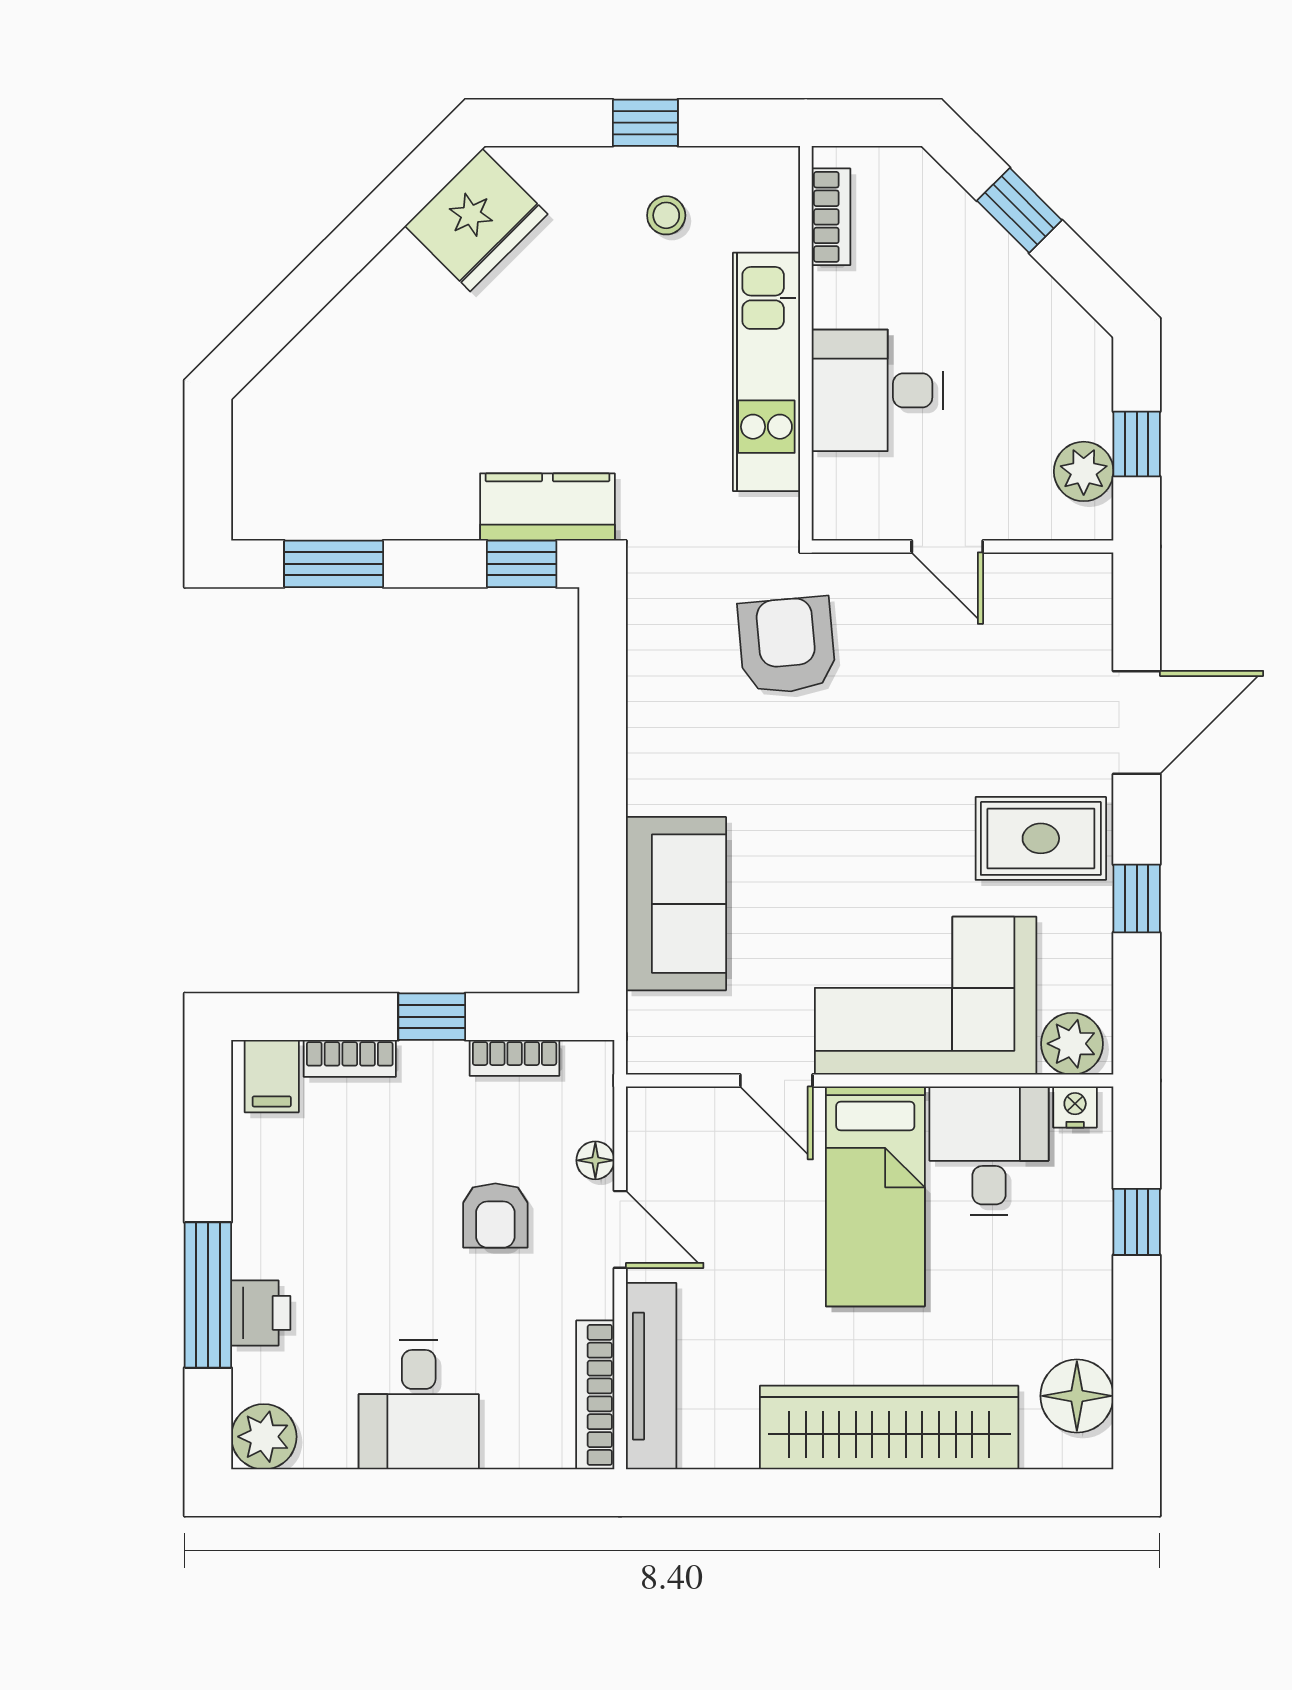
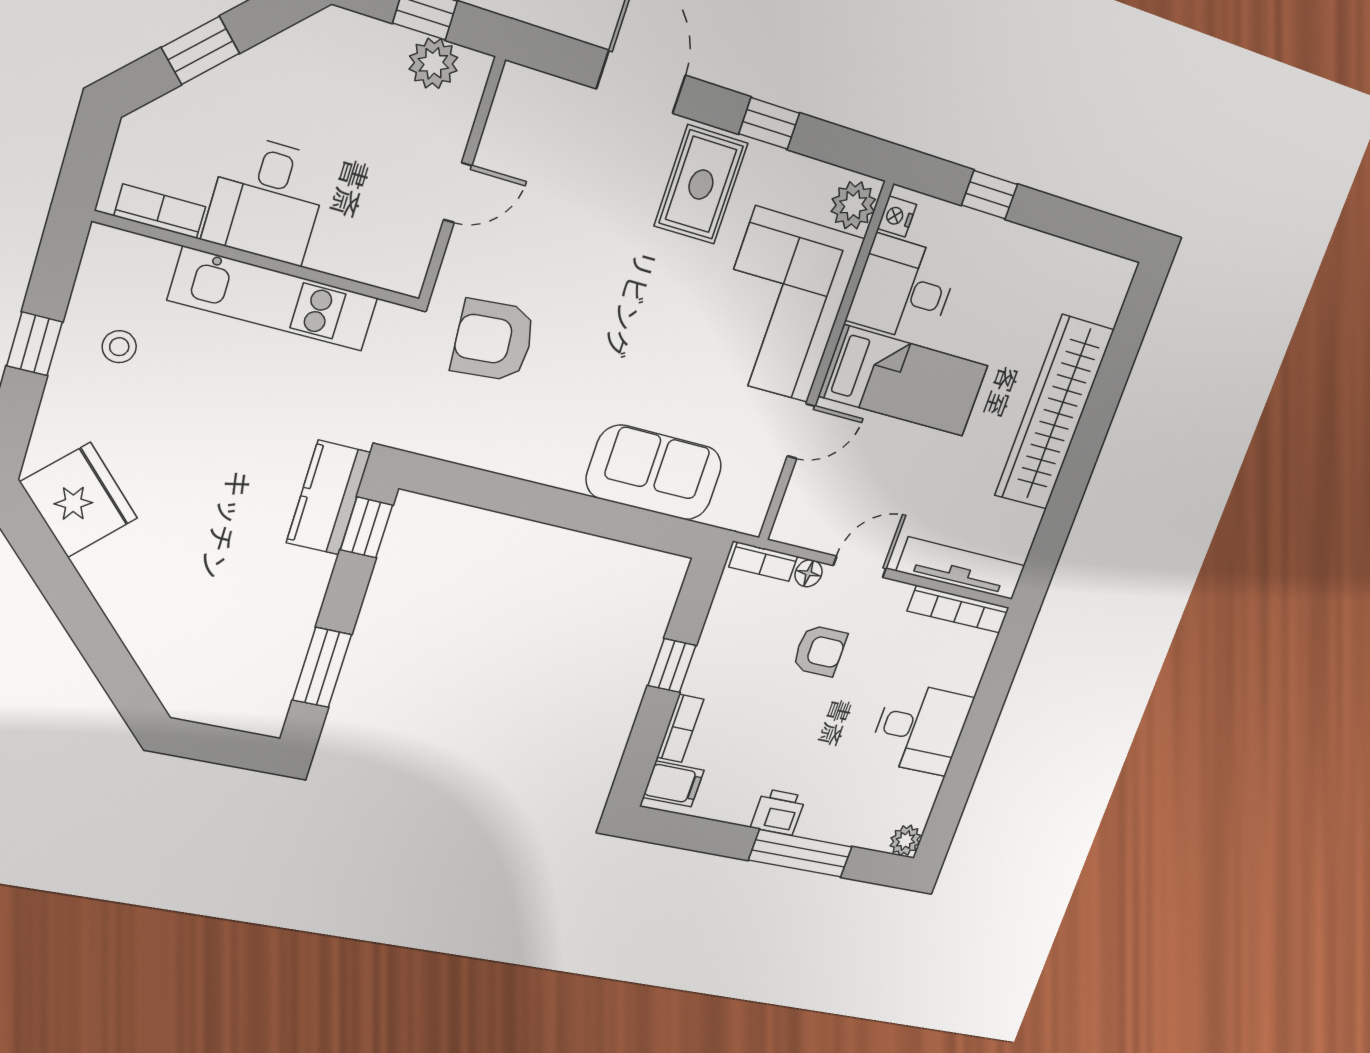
desk: (877, 390) -> (267, 200), moved
bookcase: (515, 1058) -> (763, 562), moved, turned 90
printer: (261, 1313) -> (778, 812), moved
floor lamp: (1077, 1396) -> (1085, 274), removed
plant: (264, 1437) -> (905, 841), width x0.73, depth x0.73

